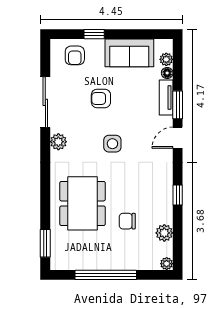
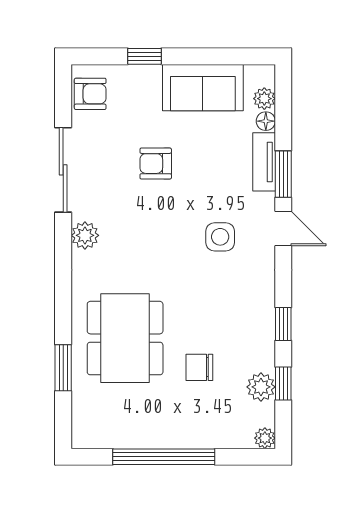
armchair: (75, 55) -> (90, 94), moved, turned -90
door: (178, 138) -> (283, 229), swing flipped
side table: (112, 144) -> (220, 237), moved
window: (178, 231) -> (283, 384), added
window: (45, 243) -> (63, 368), moved

